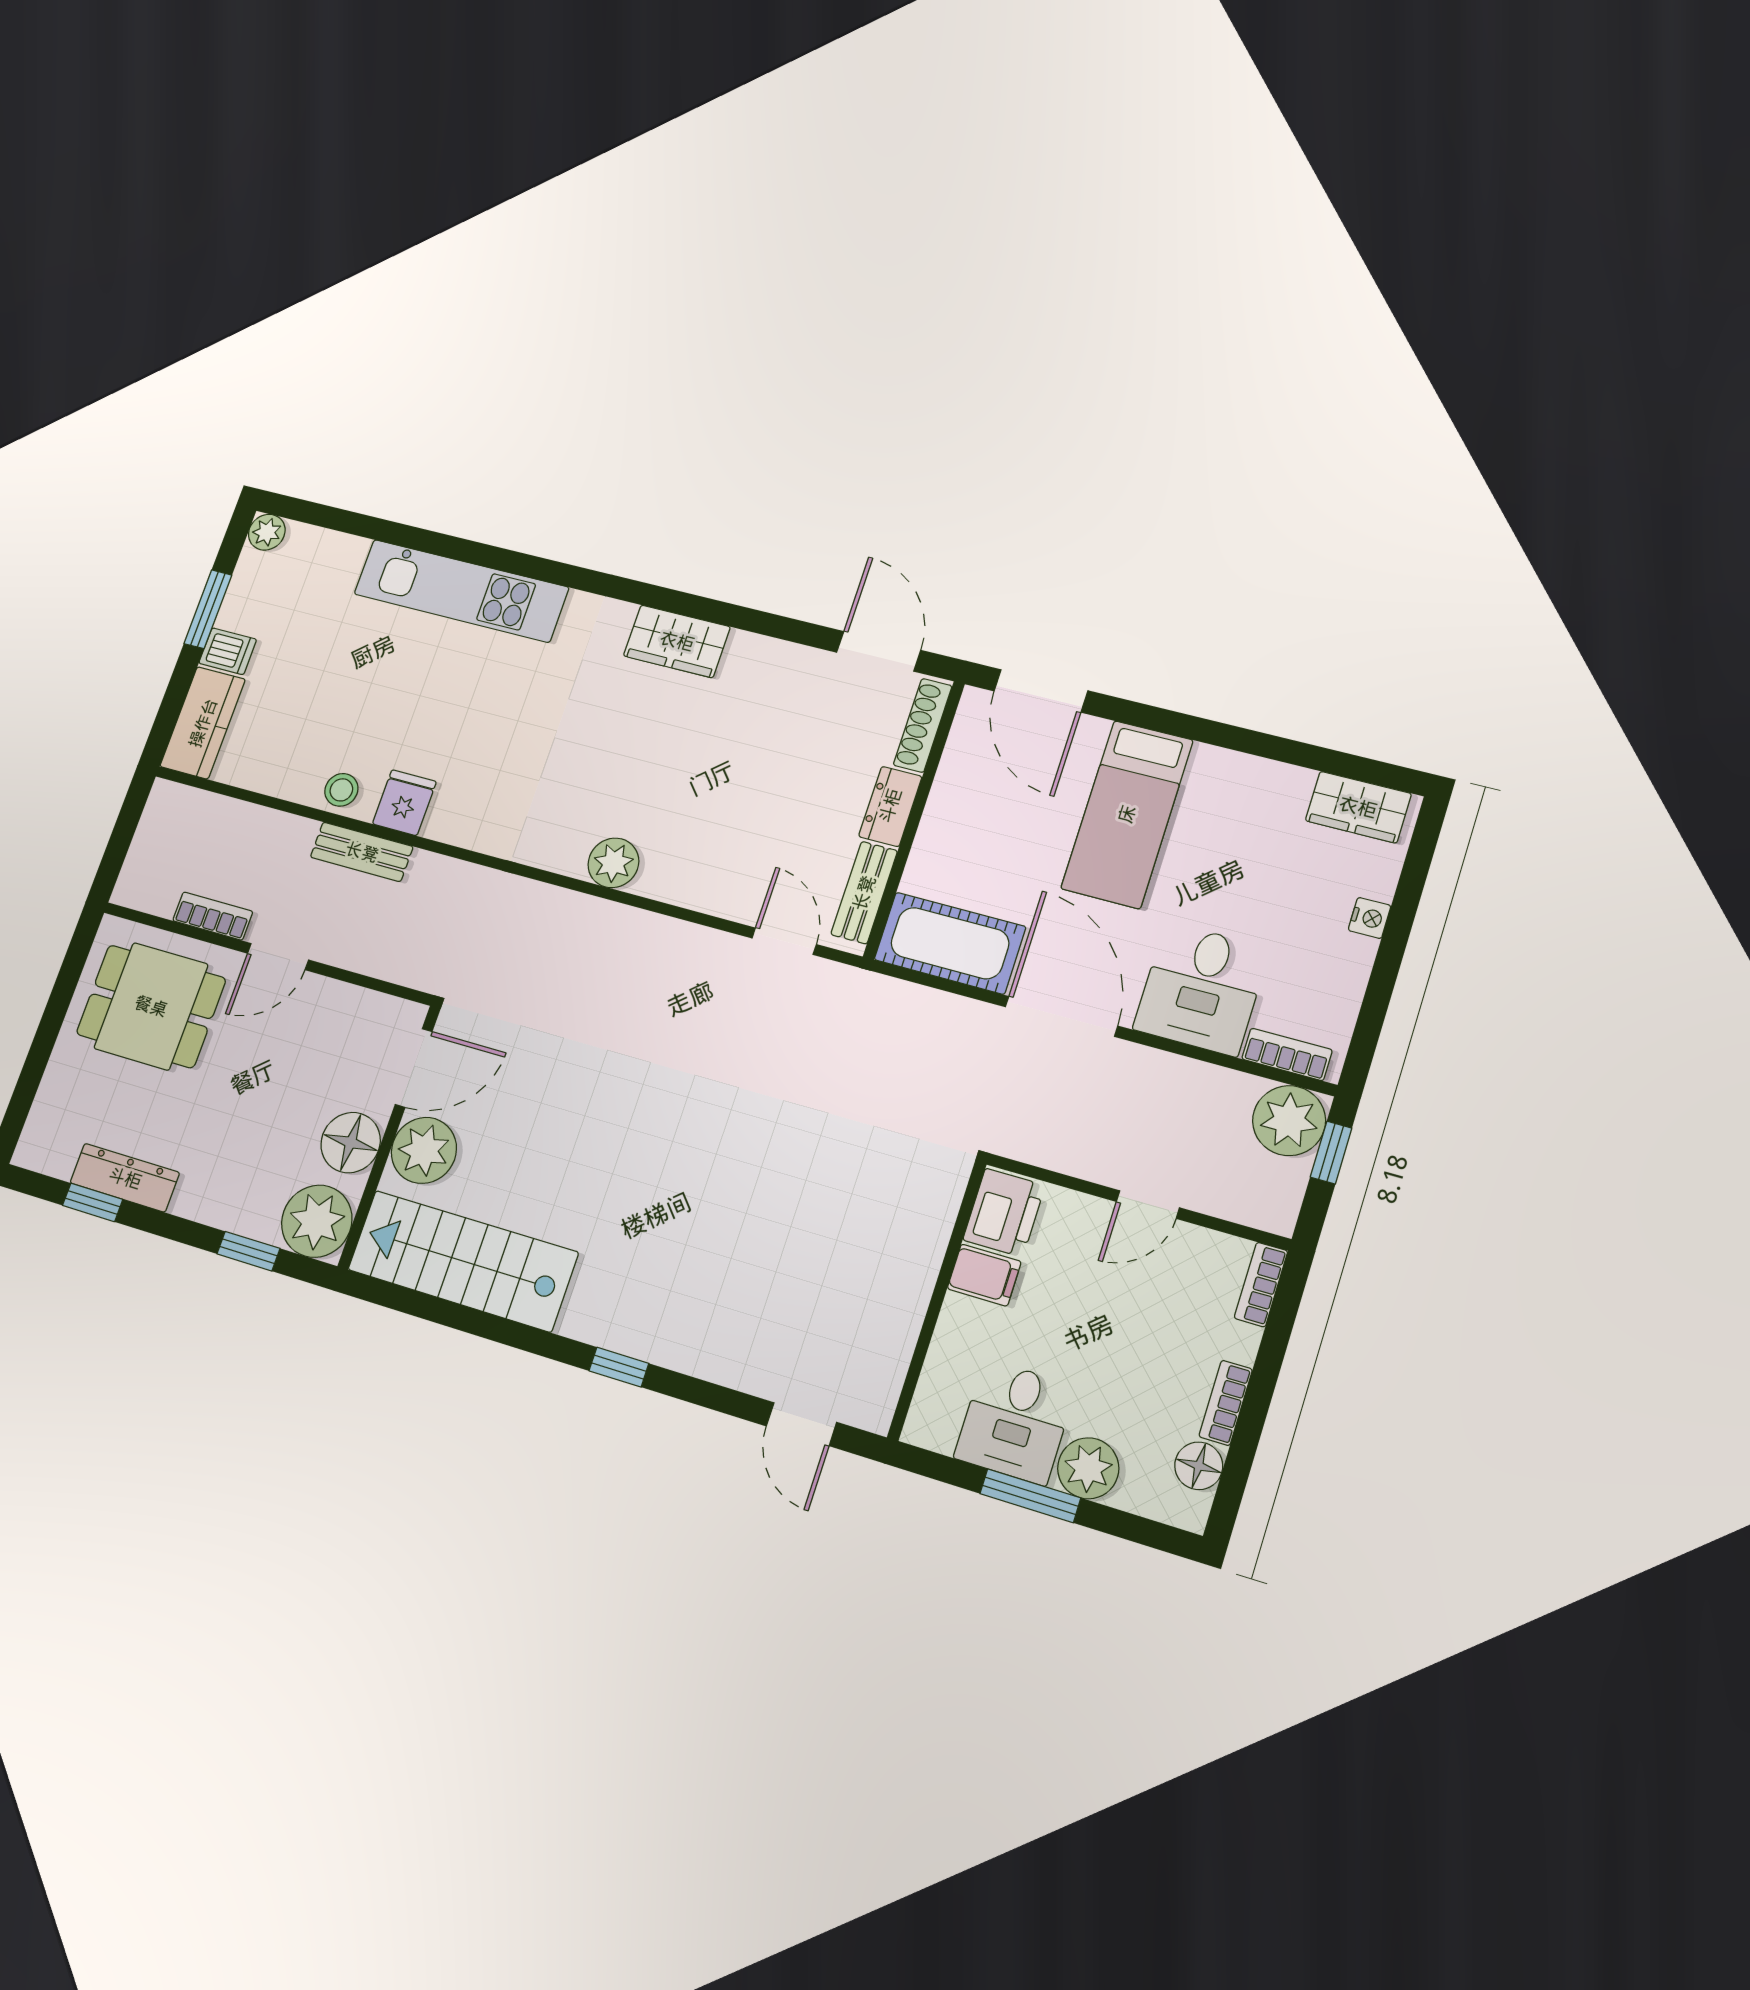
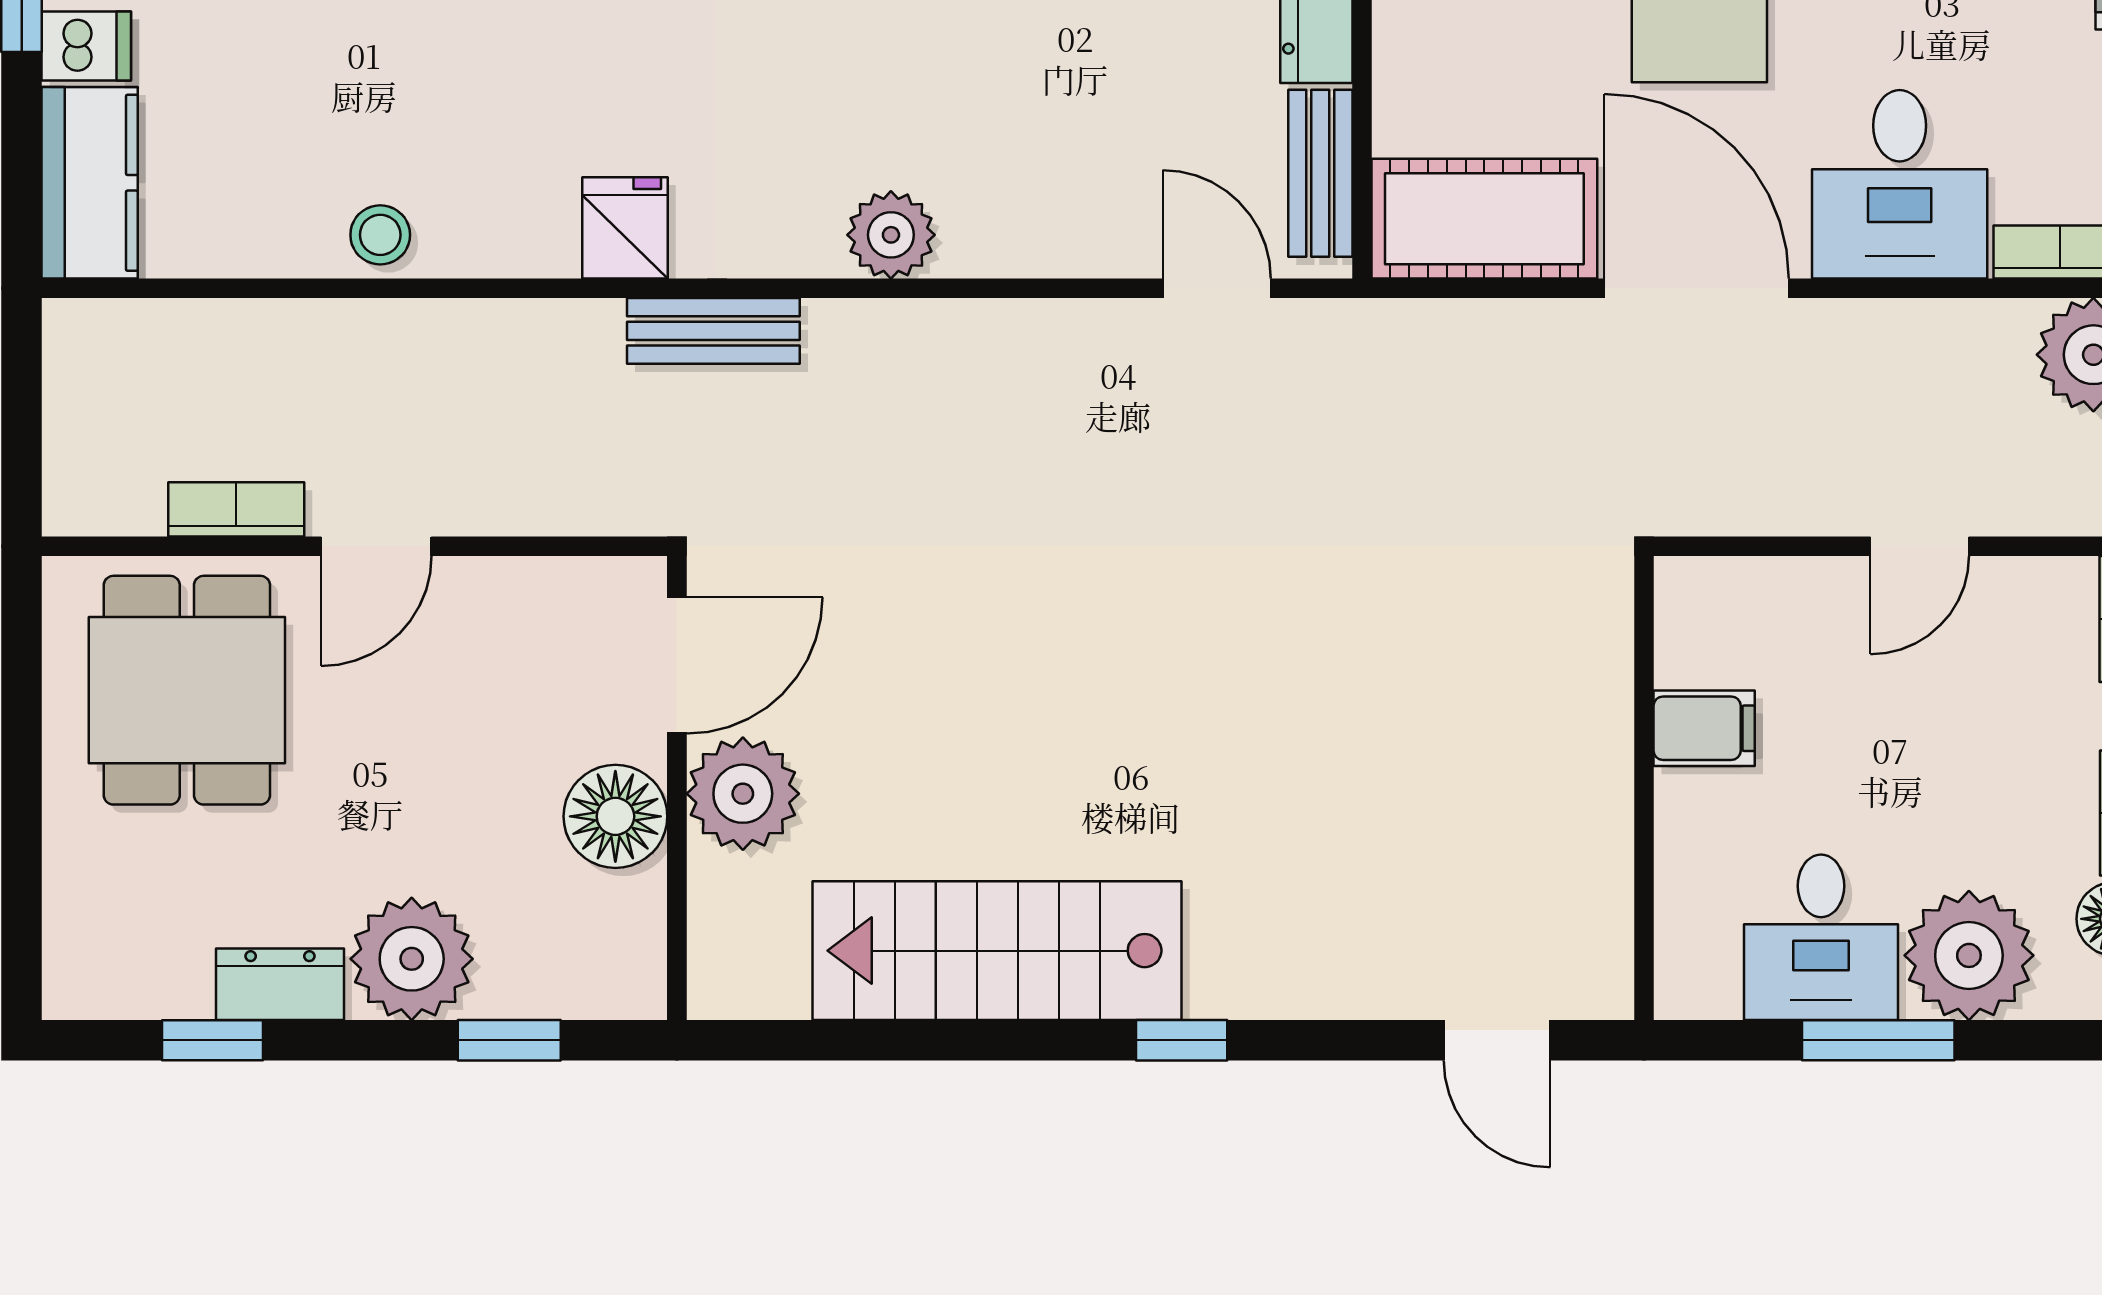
fridge: (404, 803) -> (625, 228), moved
bench: (362, 852) -> (713, 331), moved
dining table: (151, 1006) -> (187, 690), turned 90
dresser: (125, 1178) -> (280, 984), width x0.70
printer: (1004, 1213) -> (1704, 623), removed
plant: (317, 1221) -> (412, 959), moved
stairs: (463, 1261) -> (997, 951), moved
plant: (1088, 1468) -> (1969, 955), width x1.36, depth x1.36

